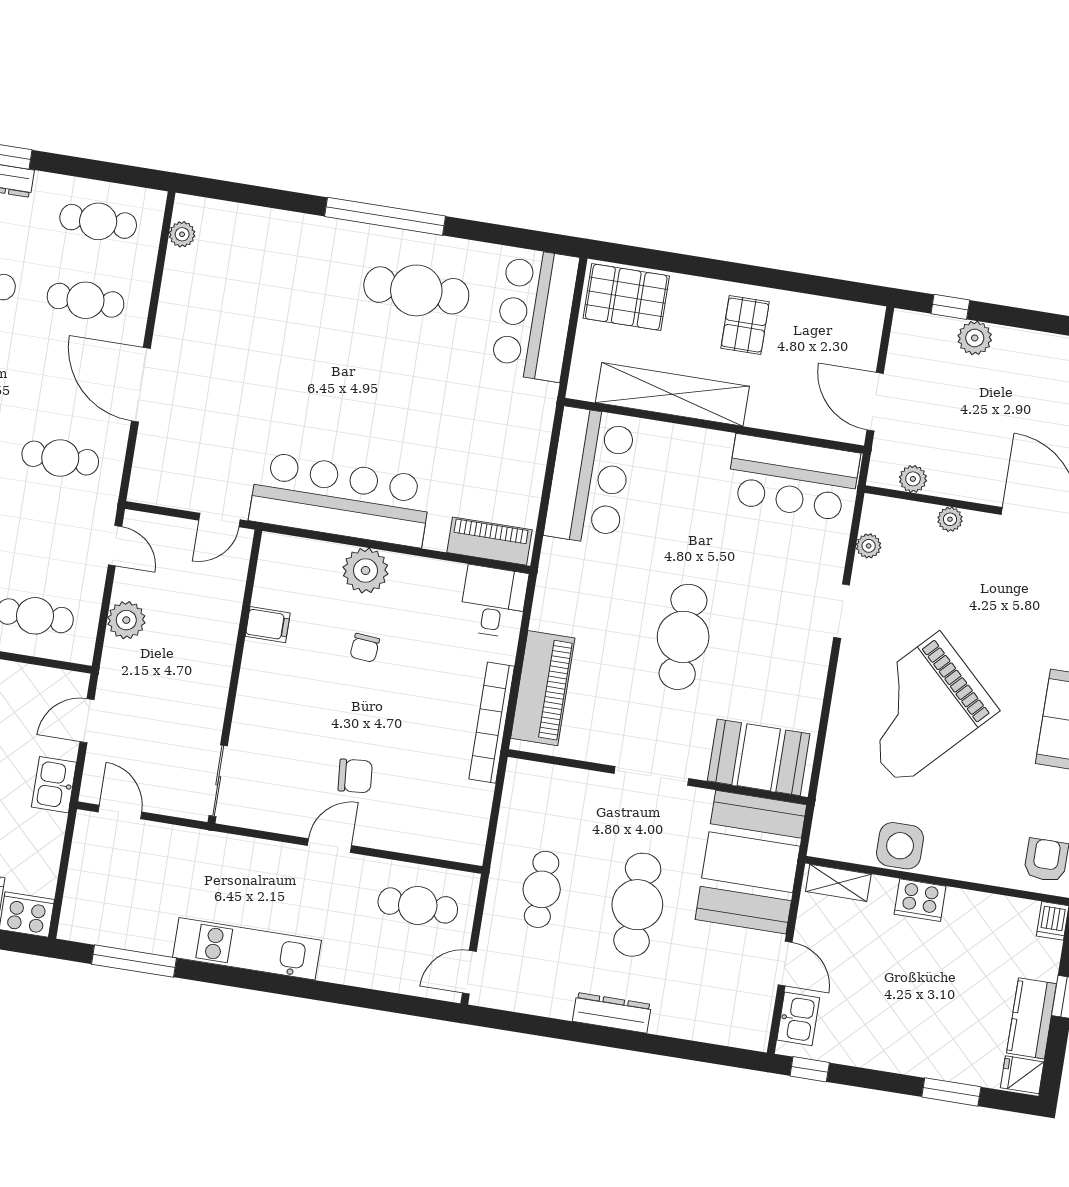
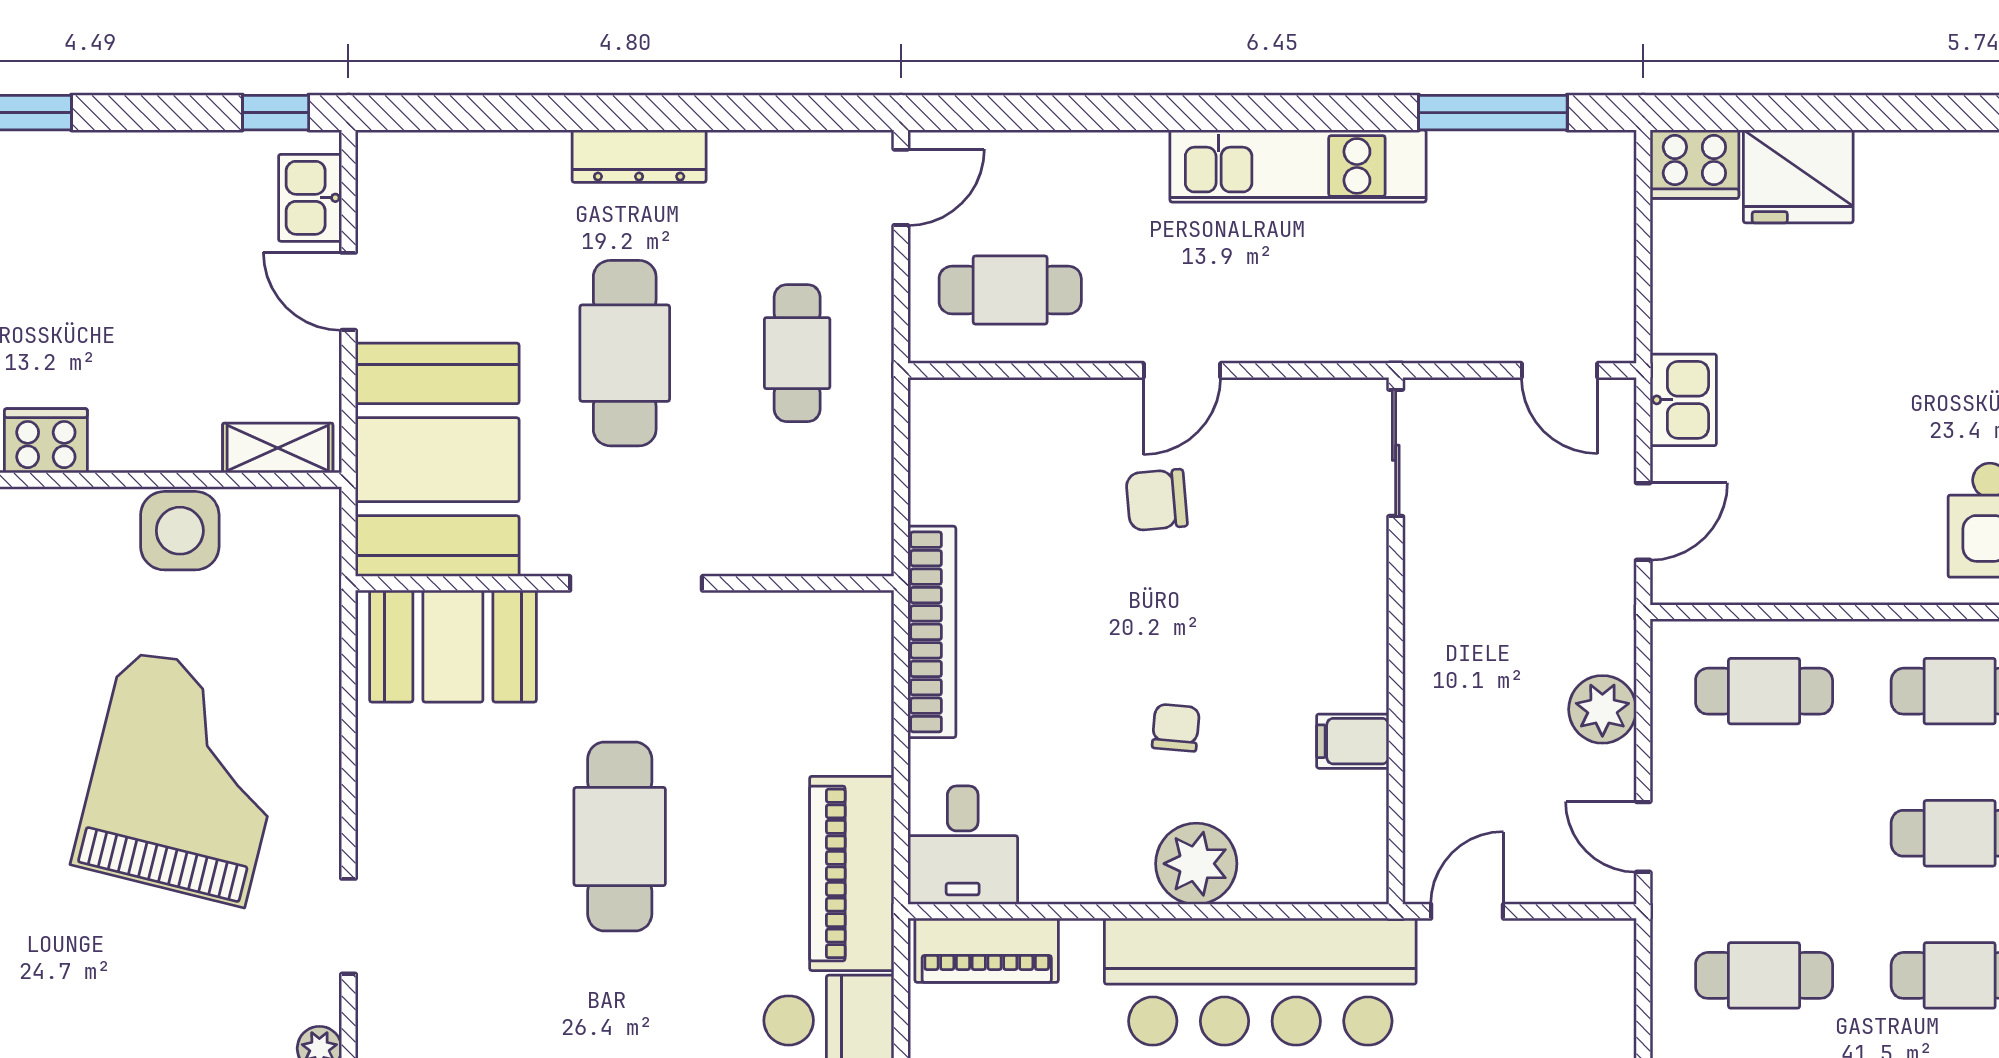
piano: (543, 688) -> (852, 873), moved
grand piano: (919, 708) -> (184, 777), turned -30
cooker: (920, 900) -> (46, 441), moved

